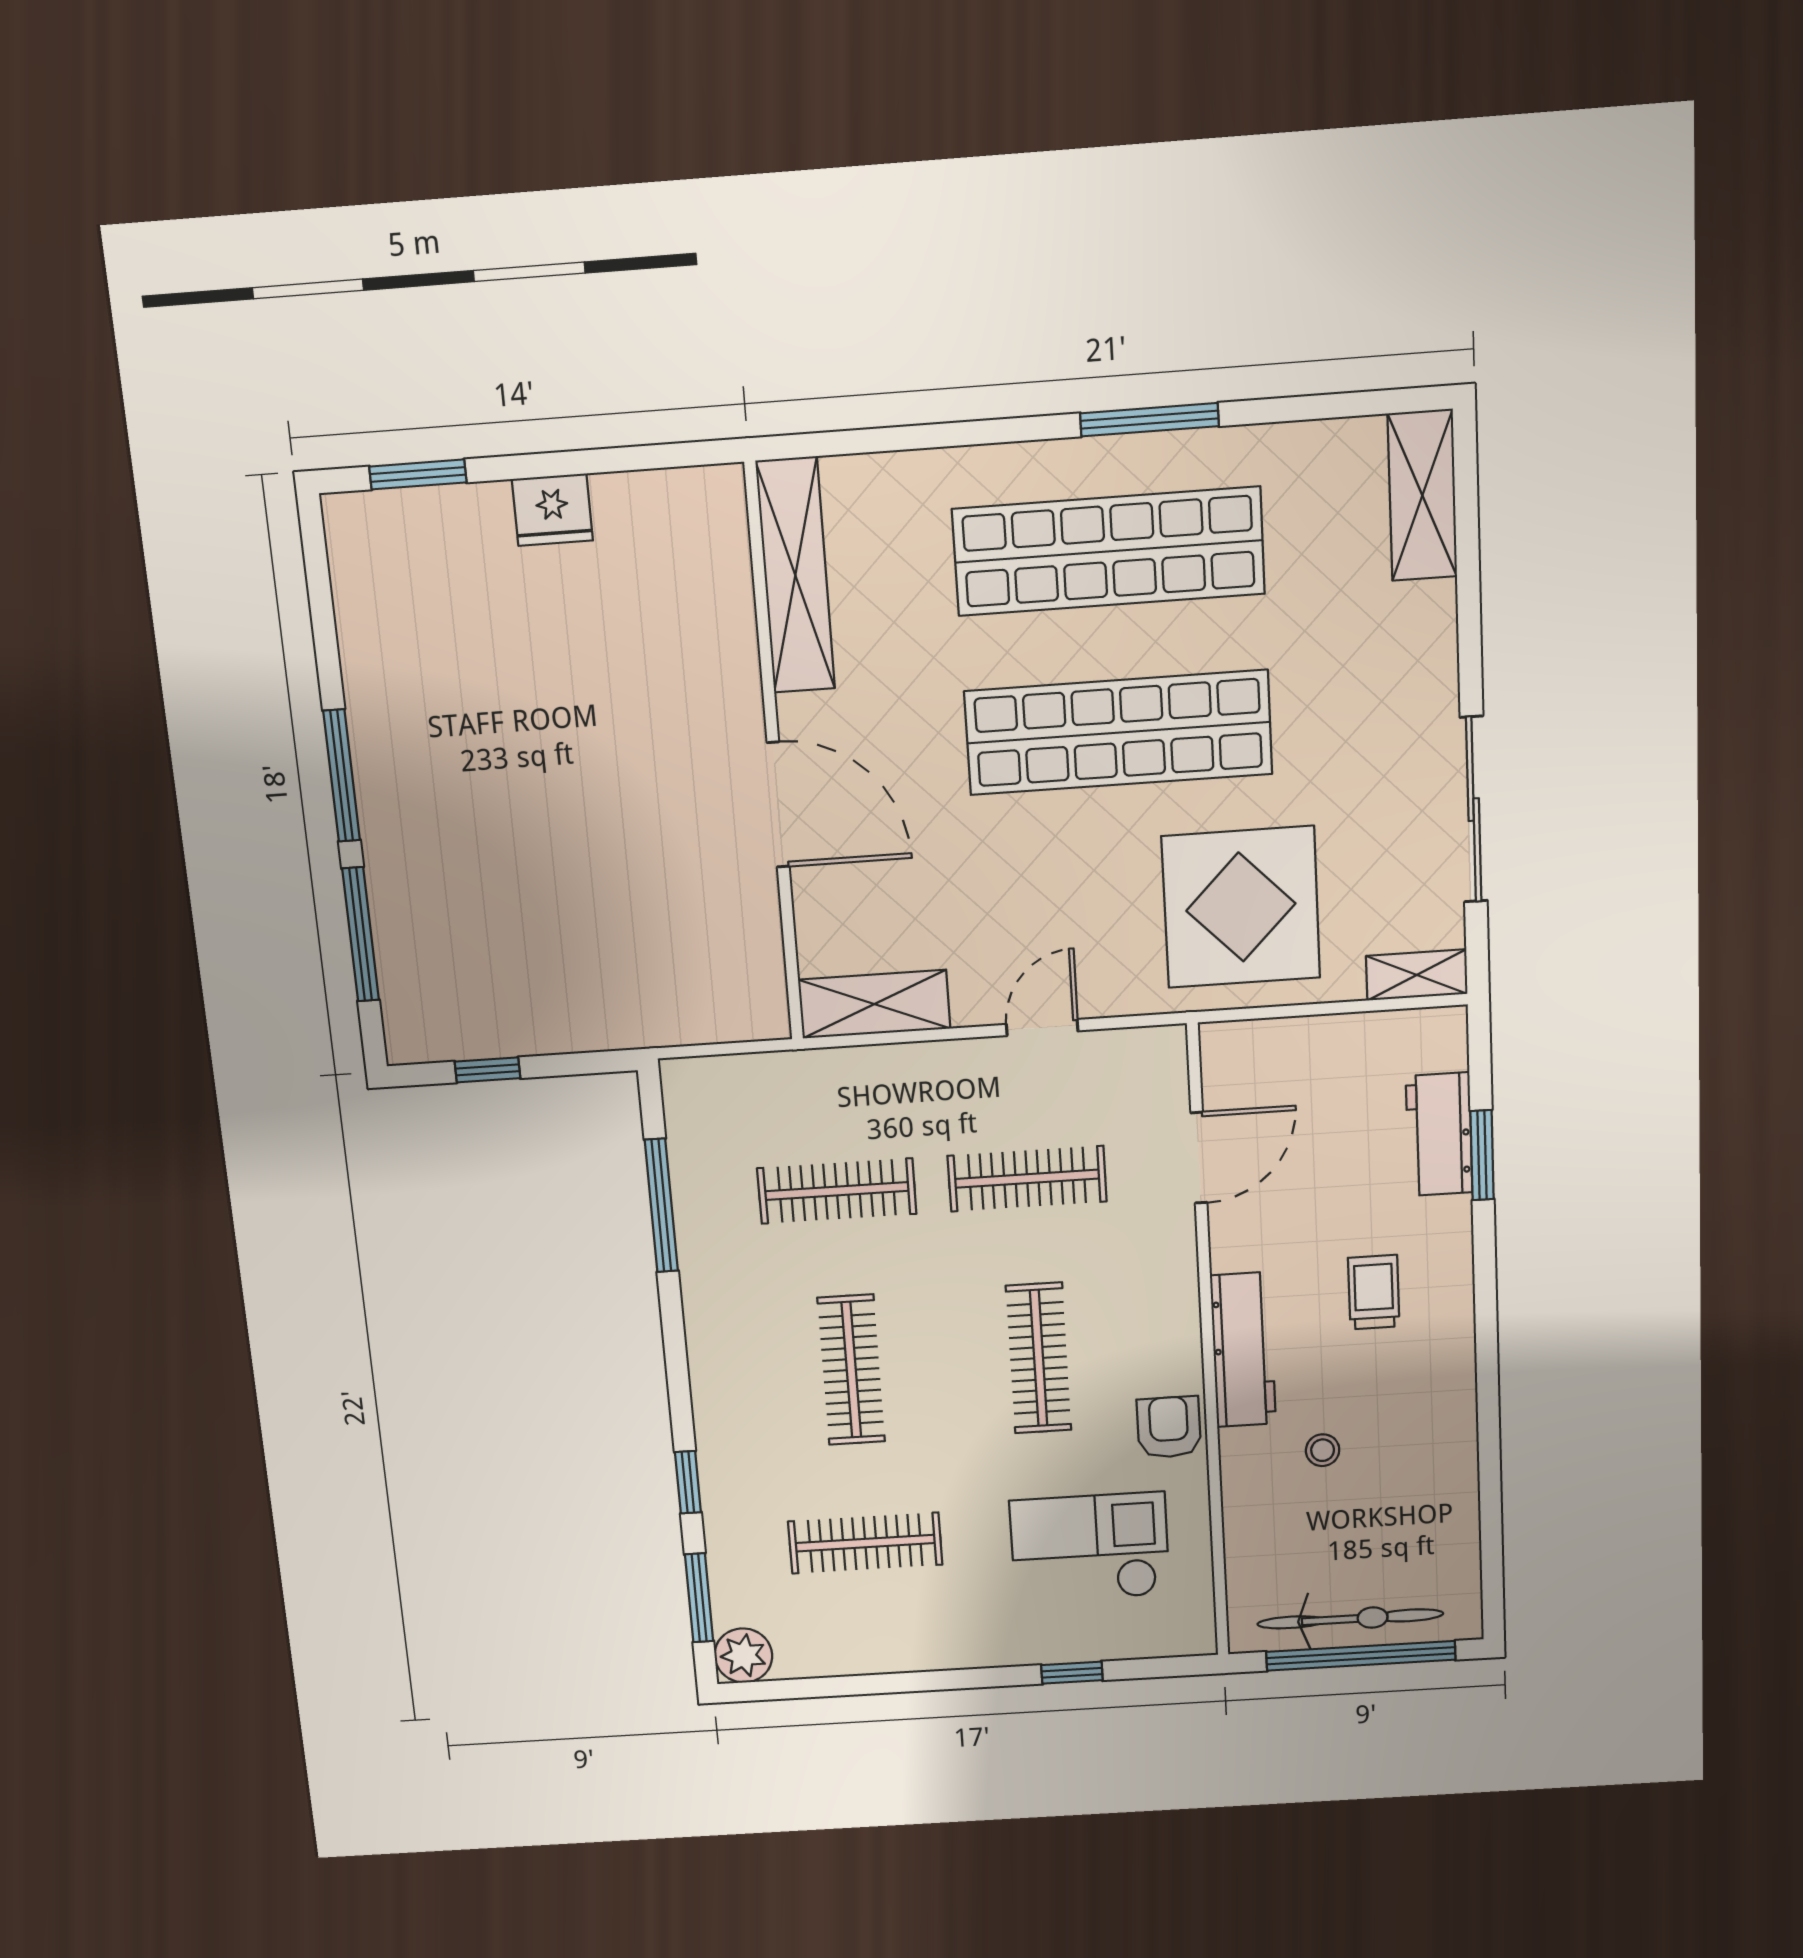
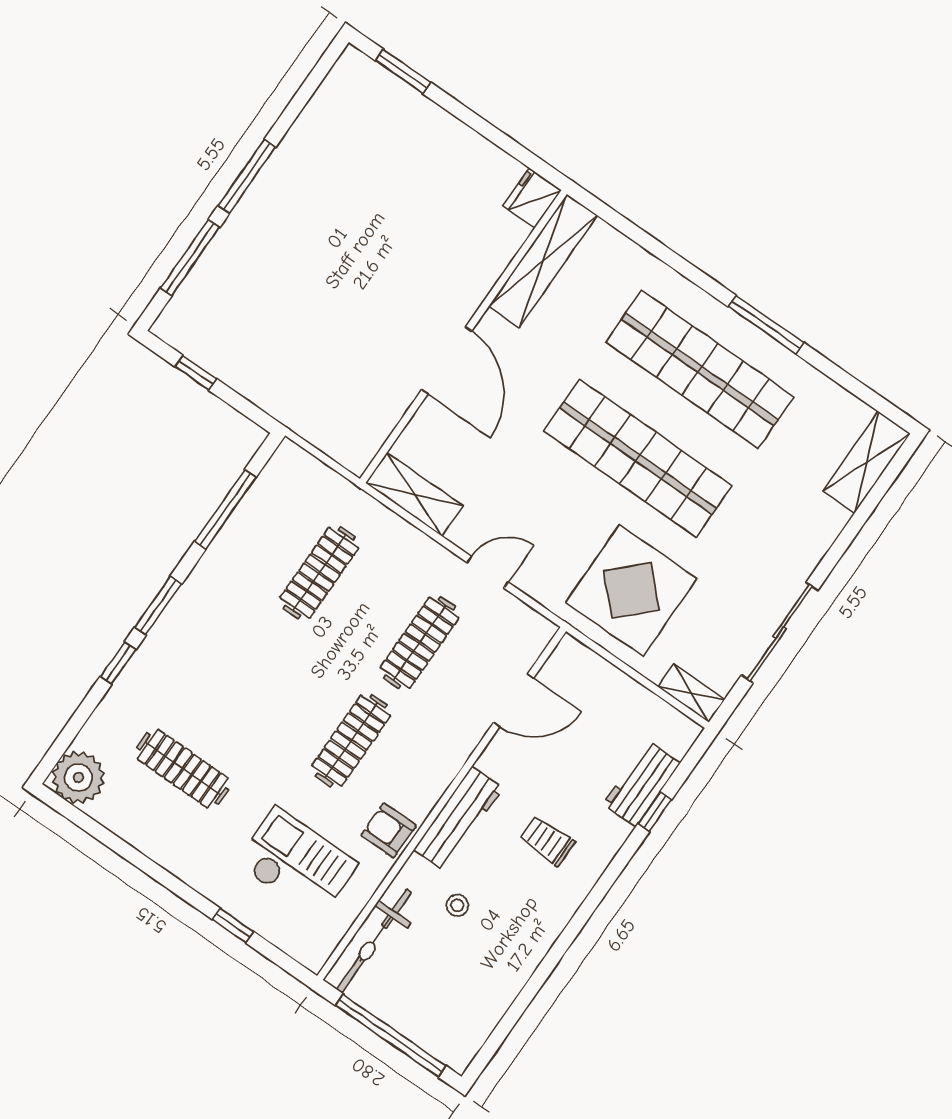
fridge: (552, 510) -> (532, 198), moved, turned 90
window: (1482, 1155) -> (655, 812), width x0.67
clothes rail: (1027, 1179) -> (420, 643), turned 90
clothes rail: (837, 1191) -> (319, 573), turned 90
trolley: (1374, 1292) -> (547, 841), turned -90
clothes rail: (851, 1370) -> (251, 671), removed
armchair: (1169, 1427) -> (389, 830), turned -90
window: (699, 1598) -> (158, 606), moved
bicycle: (1350, 1619) -> (374, 941), moved, turned 90
plant: (743, 1655) -> (78, 778), width x1.36, depth x1.36

